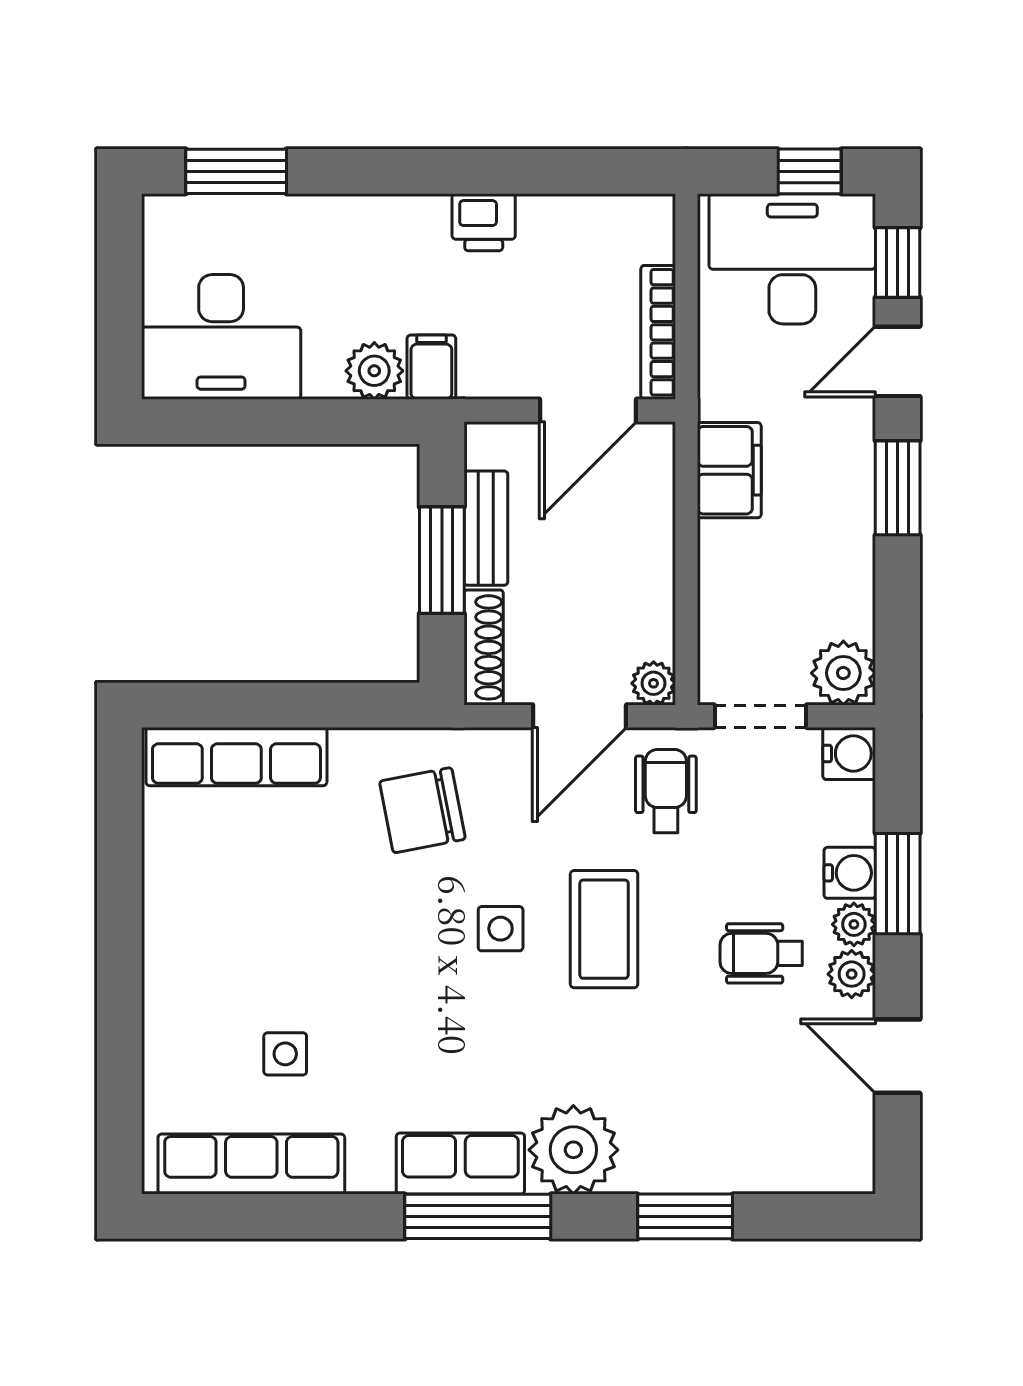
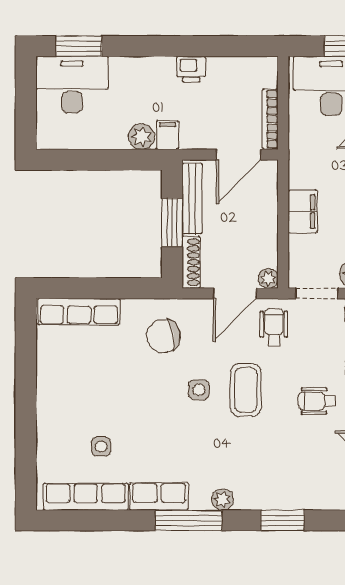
desk: (221, 337) -> (72, 85), moved, turned 180
filing cabinet: (729, 470) -> (303, 211), moved
bench: (486, 528) -> (192, 199), width x1.36
plant: (573, 1150) -> (222, 500), width x0.53, depth x0.53
row of seats: (460, 1164) -> (159, 496), moved

